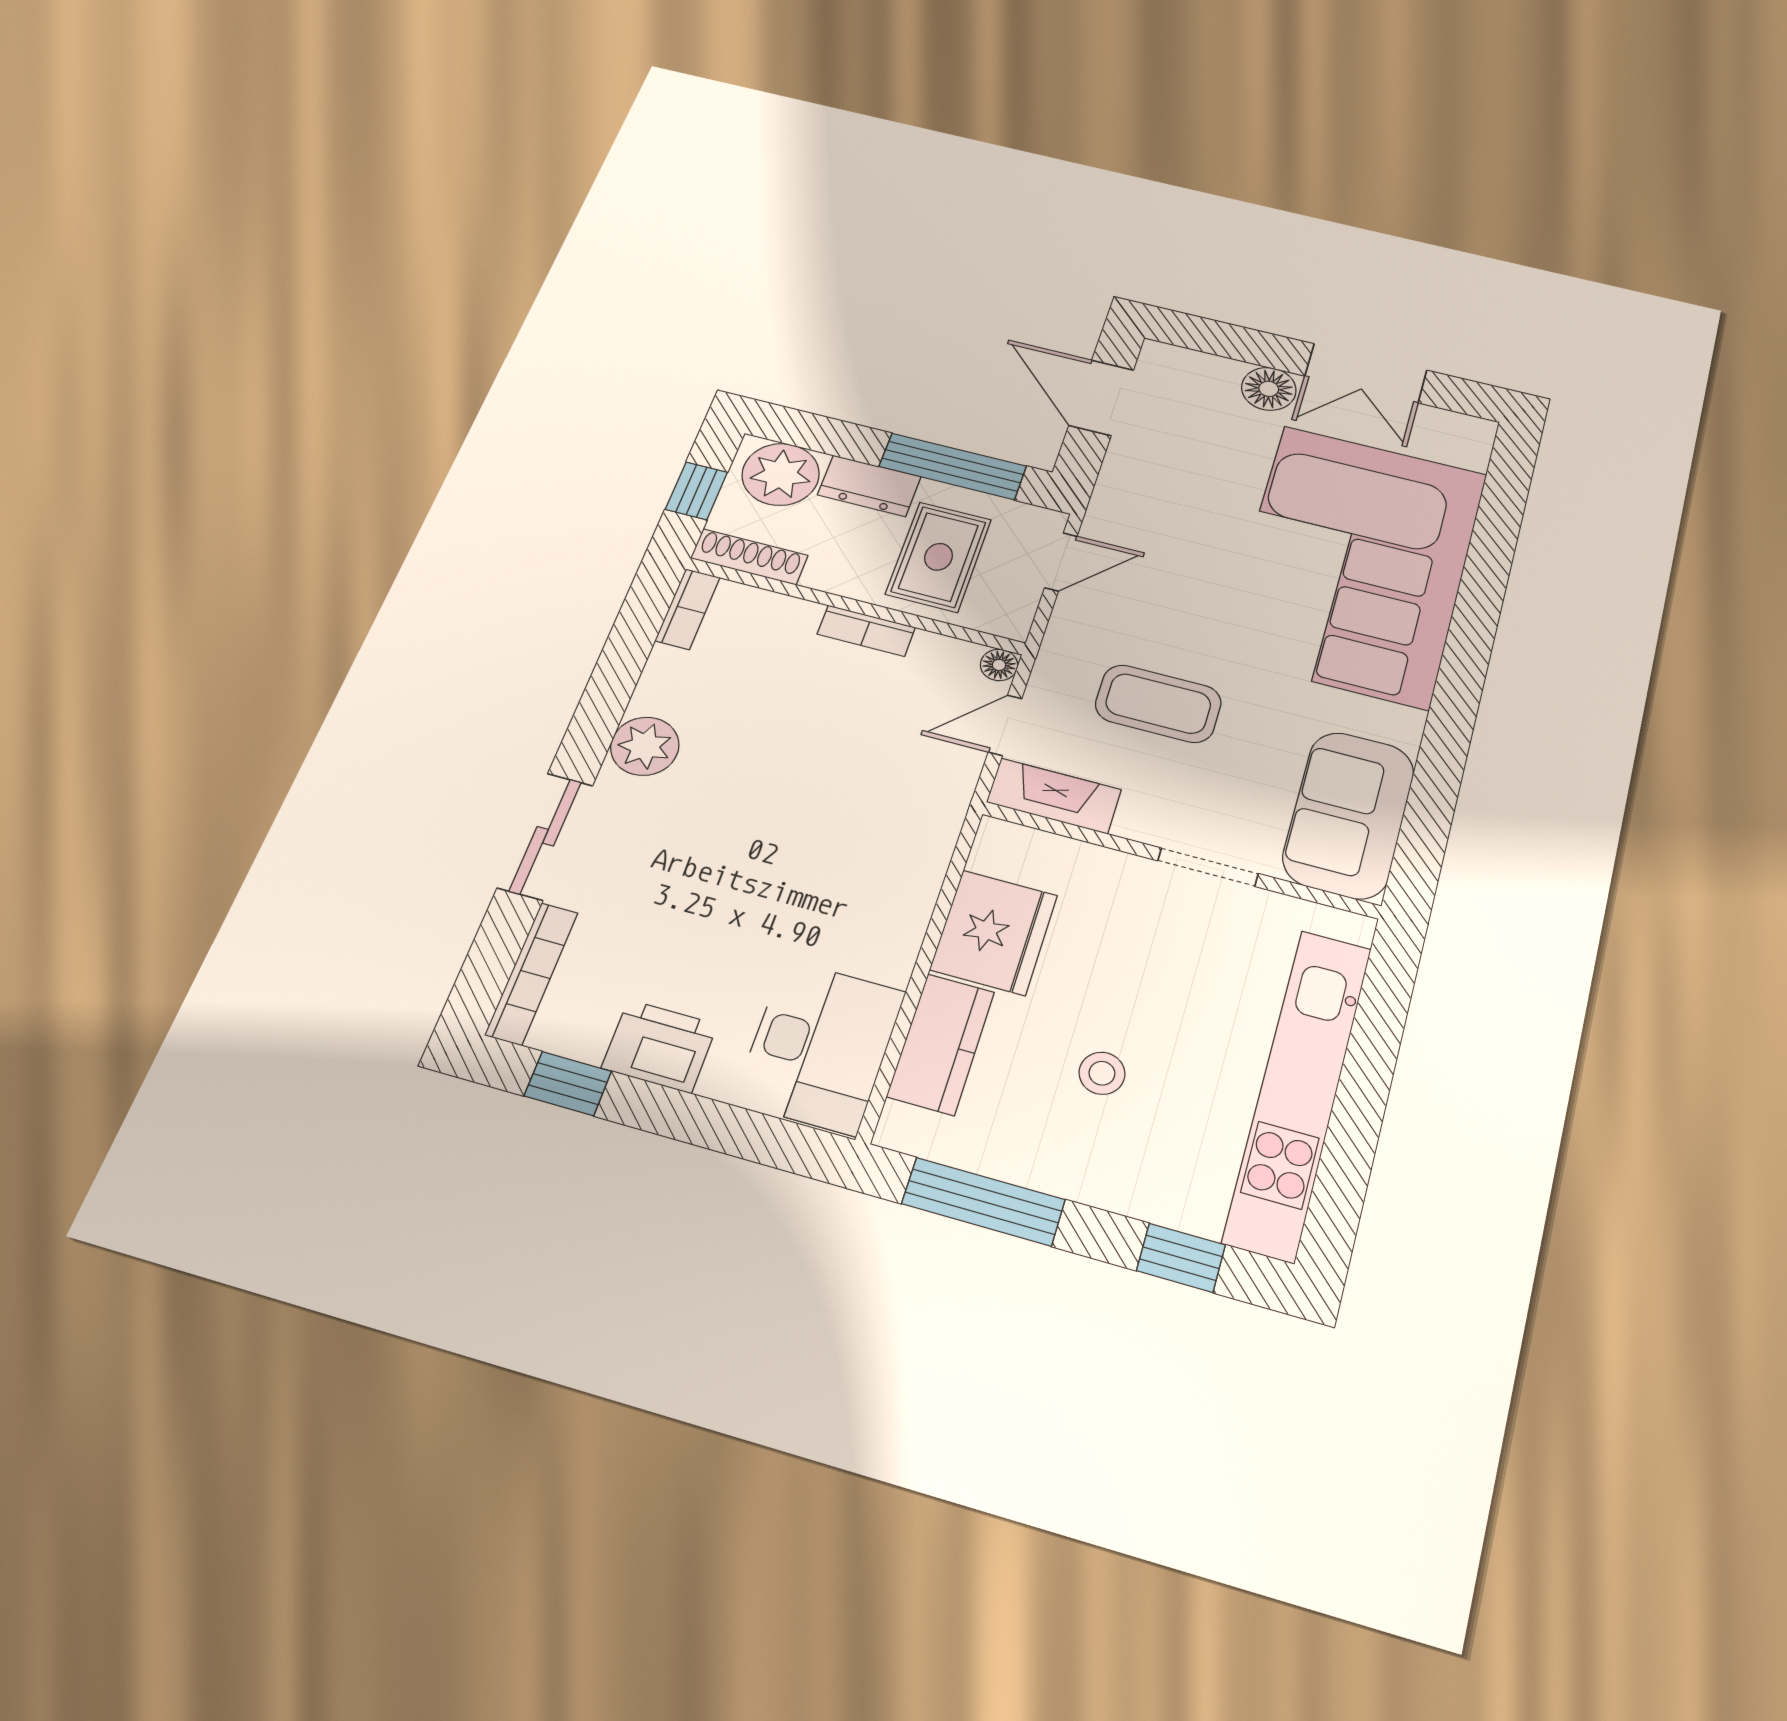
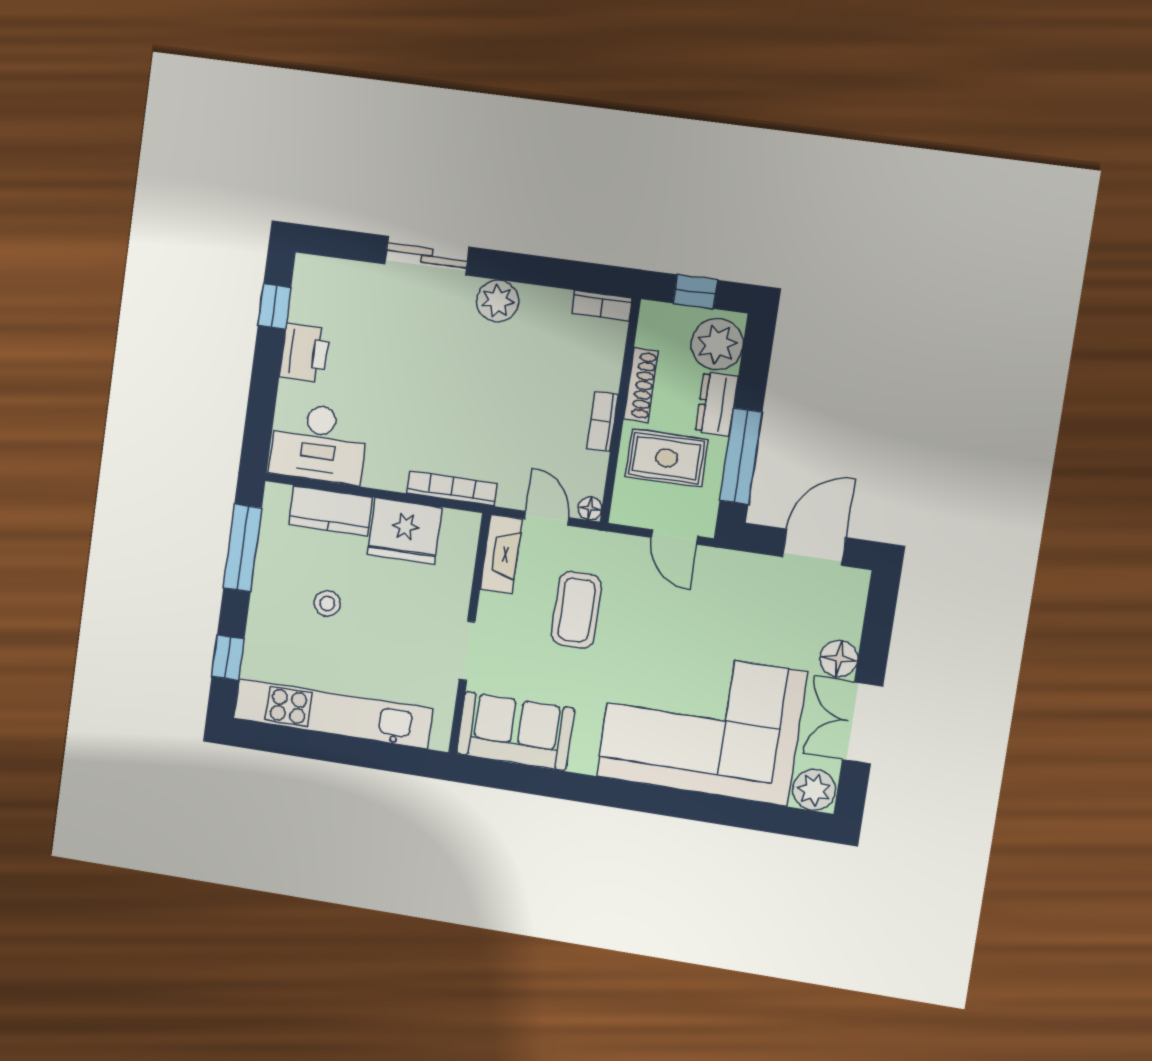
plant: (1462, 440) -> (814, 790), added
shoe rack: (749, 557) -> (641, 385), moved
bookcase: (532, 973) -> (452, 488), moved, turned 180

